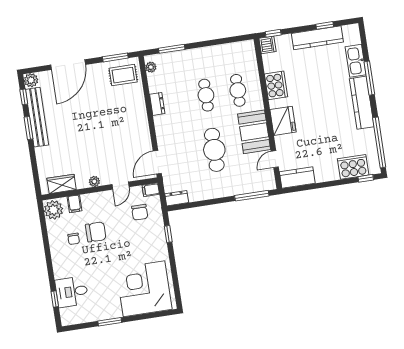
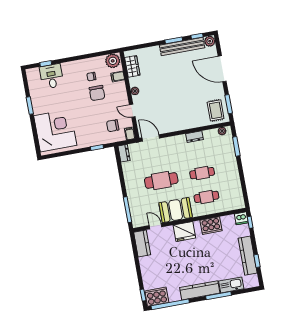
cooker: (353, 167) -> (157, 297), moved, turned -90

